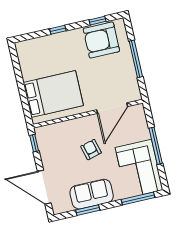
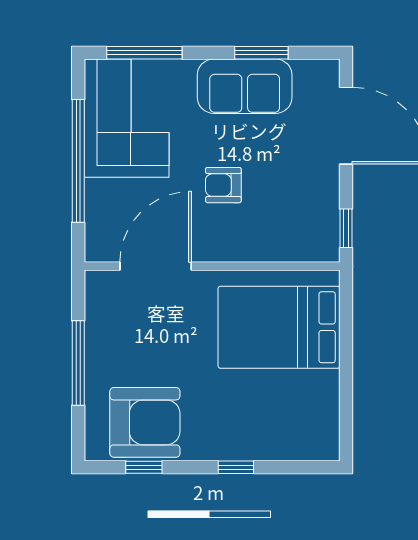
window: (156, 146) -> (78, 161), width x1.46
armchair: (91, 150) -> (223, 185), turned 105

